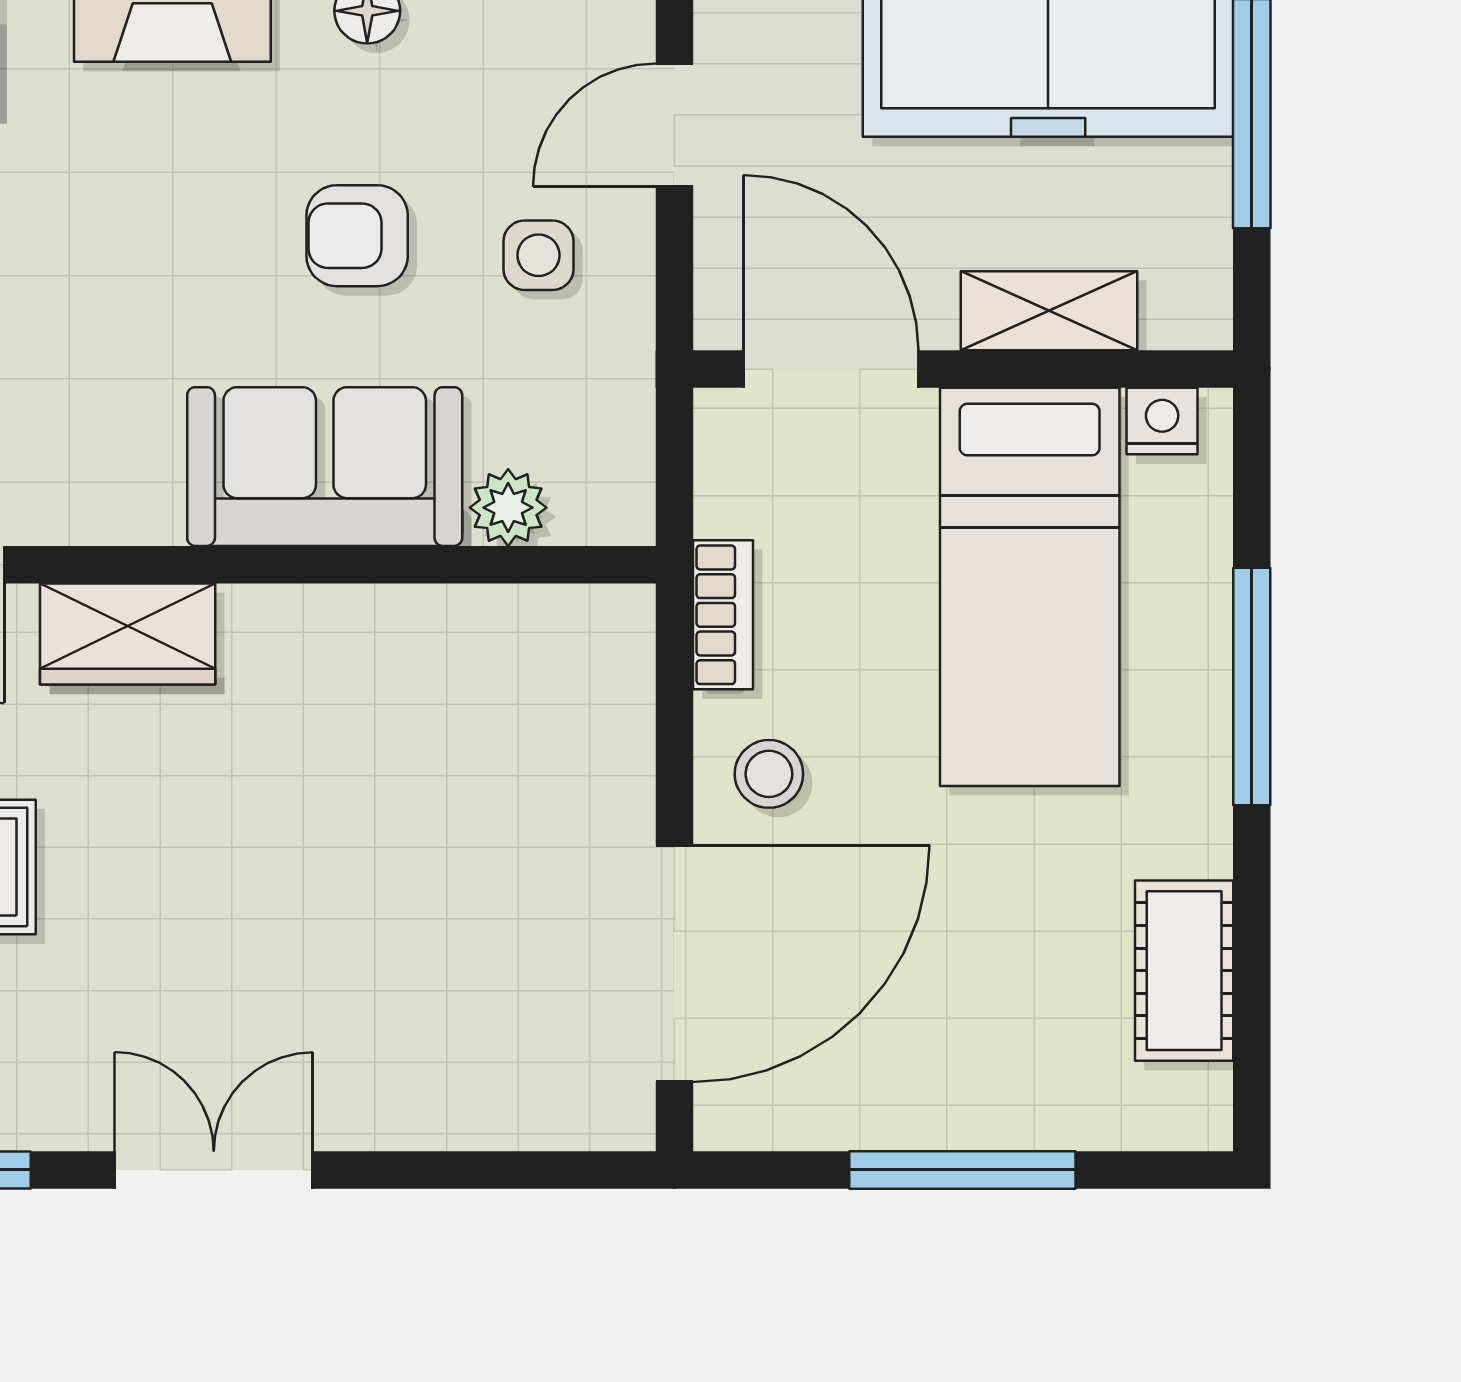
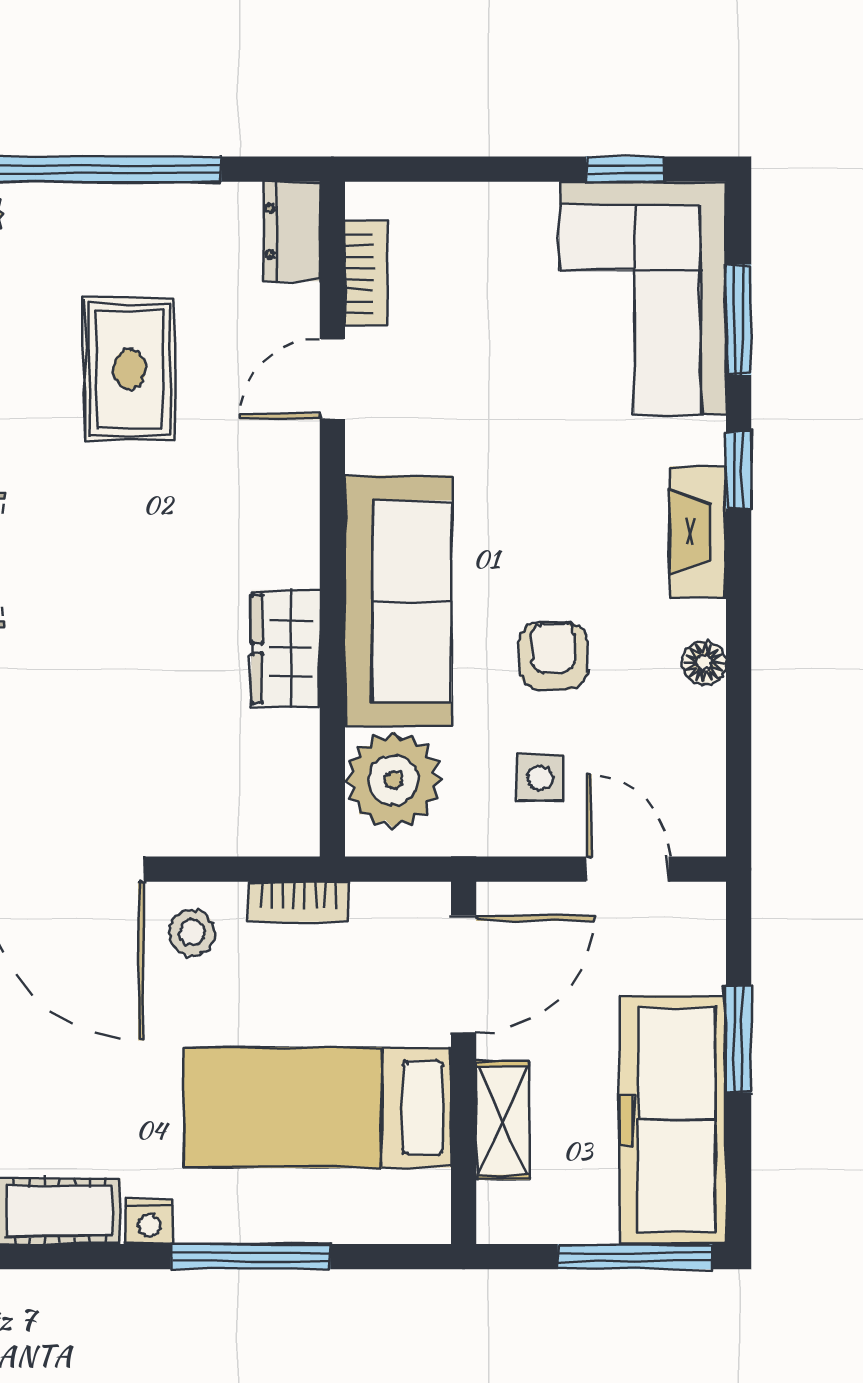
nightstand: (1162, 421) -> (149, 1222), moved, turned 90
sofa: (325, 467) -> (398, 601), width x1.36
plant: (508, 508) -> (393, 780), width x1.87, depth x1.87
wardrobe: (128, 634) -> (286, 649), moved

